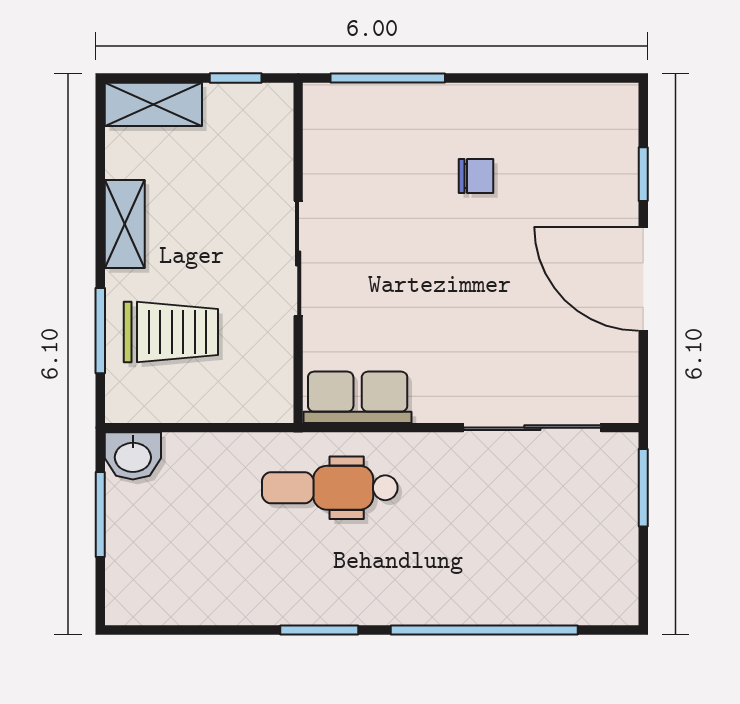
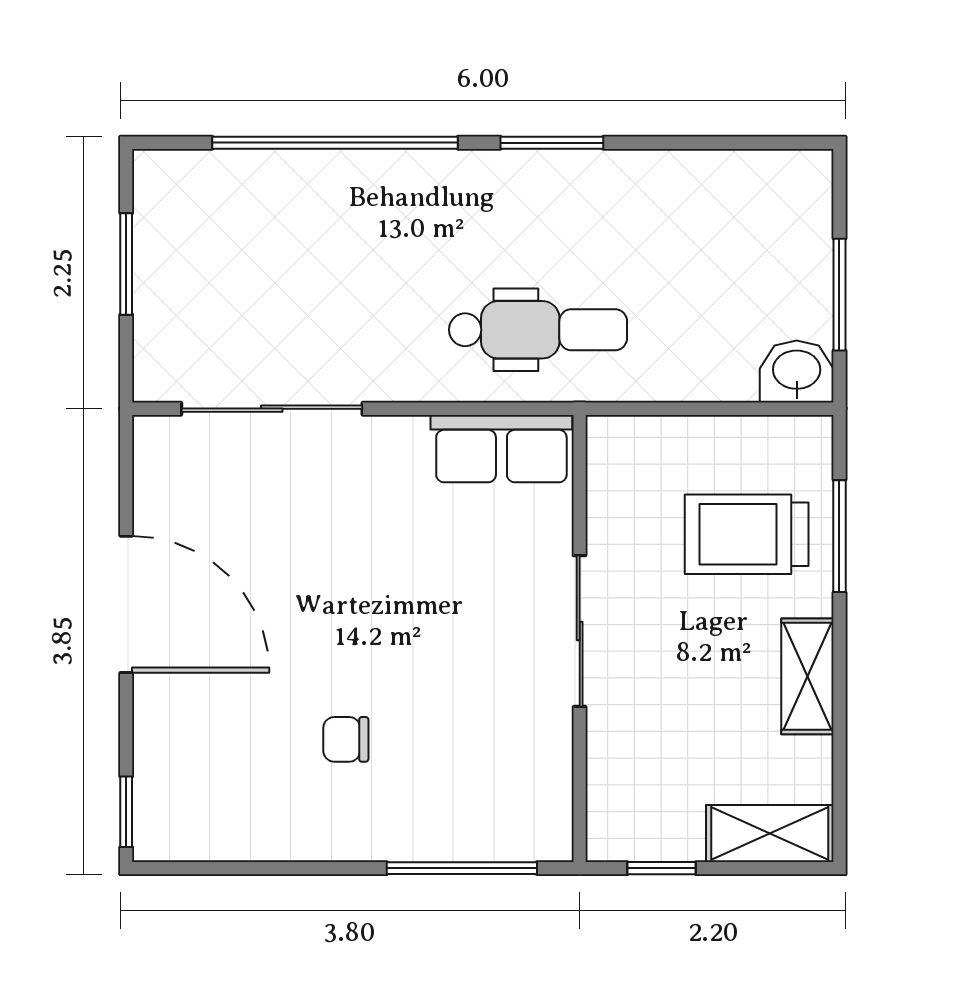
window: (643, 174) -> (126, 812), moved
window: (643, 488) -> (126, 264), moved

